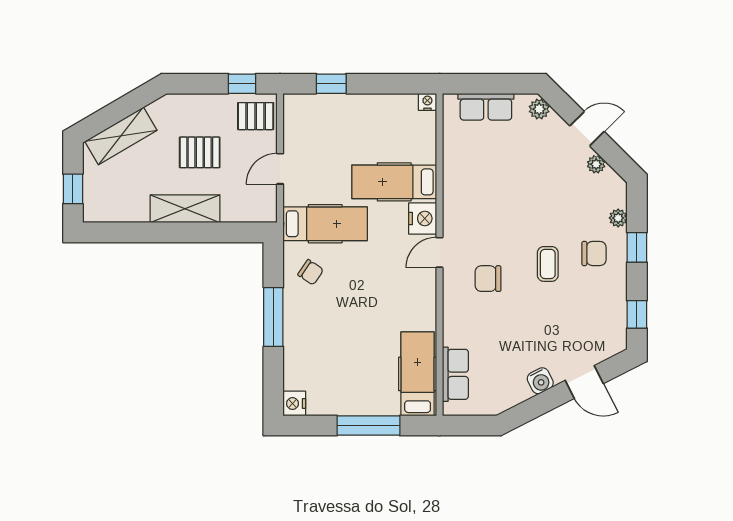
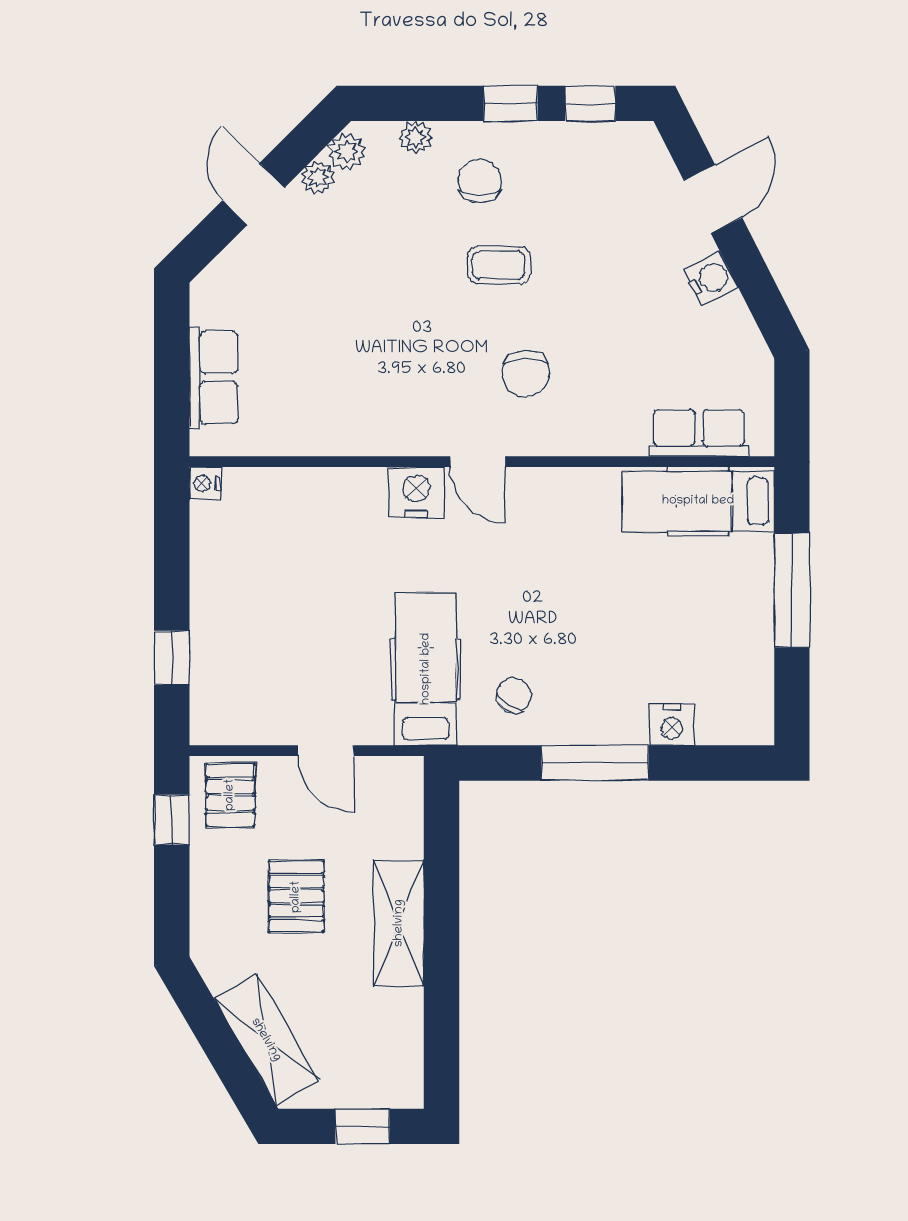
plant: (539, 109) -> (347, 152), moved
hospital bed: (394, 182) -> (350, 544), removed
window: (637, 247) -> (511, 103), moved
nightstand: (294, 404) -> (672, 725), moved

